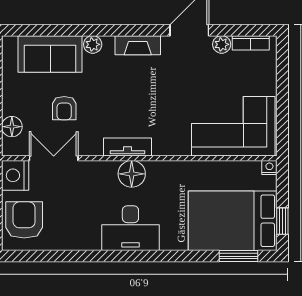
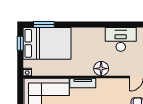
tv unit: (127, 147) -> (83, 83), moved
desk: (130, 228) -> (121, 39), moved

